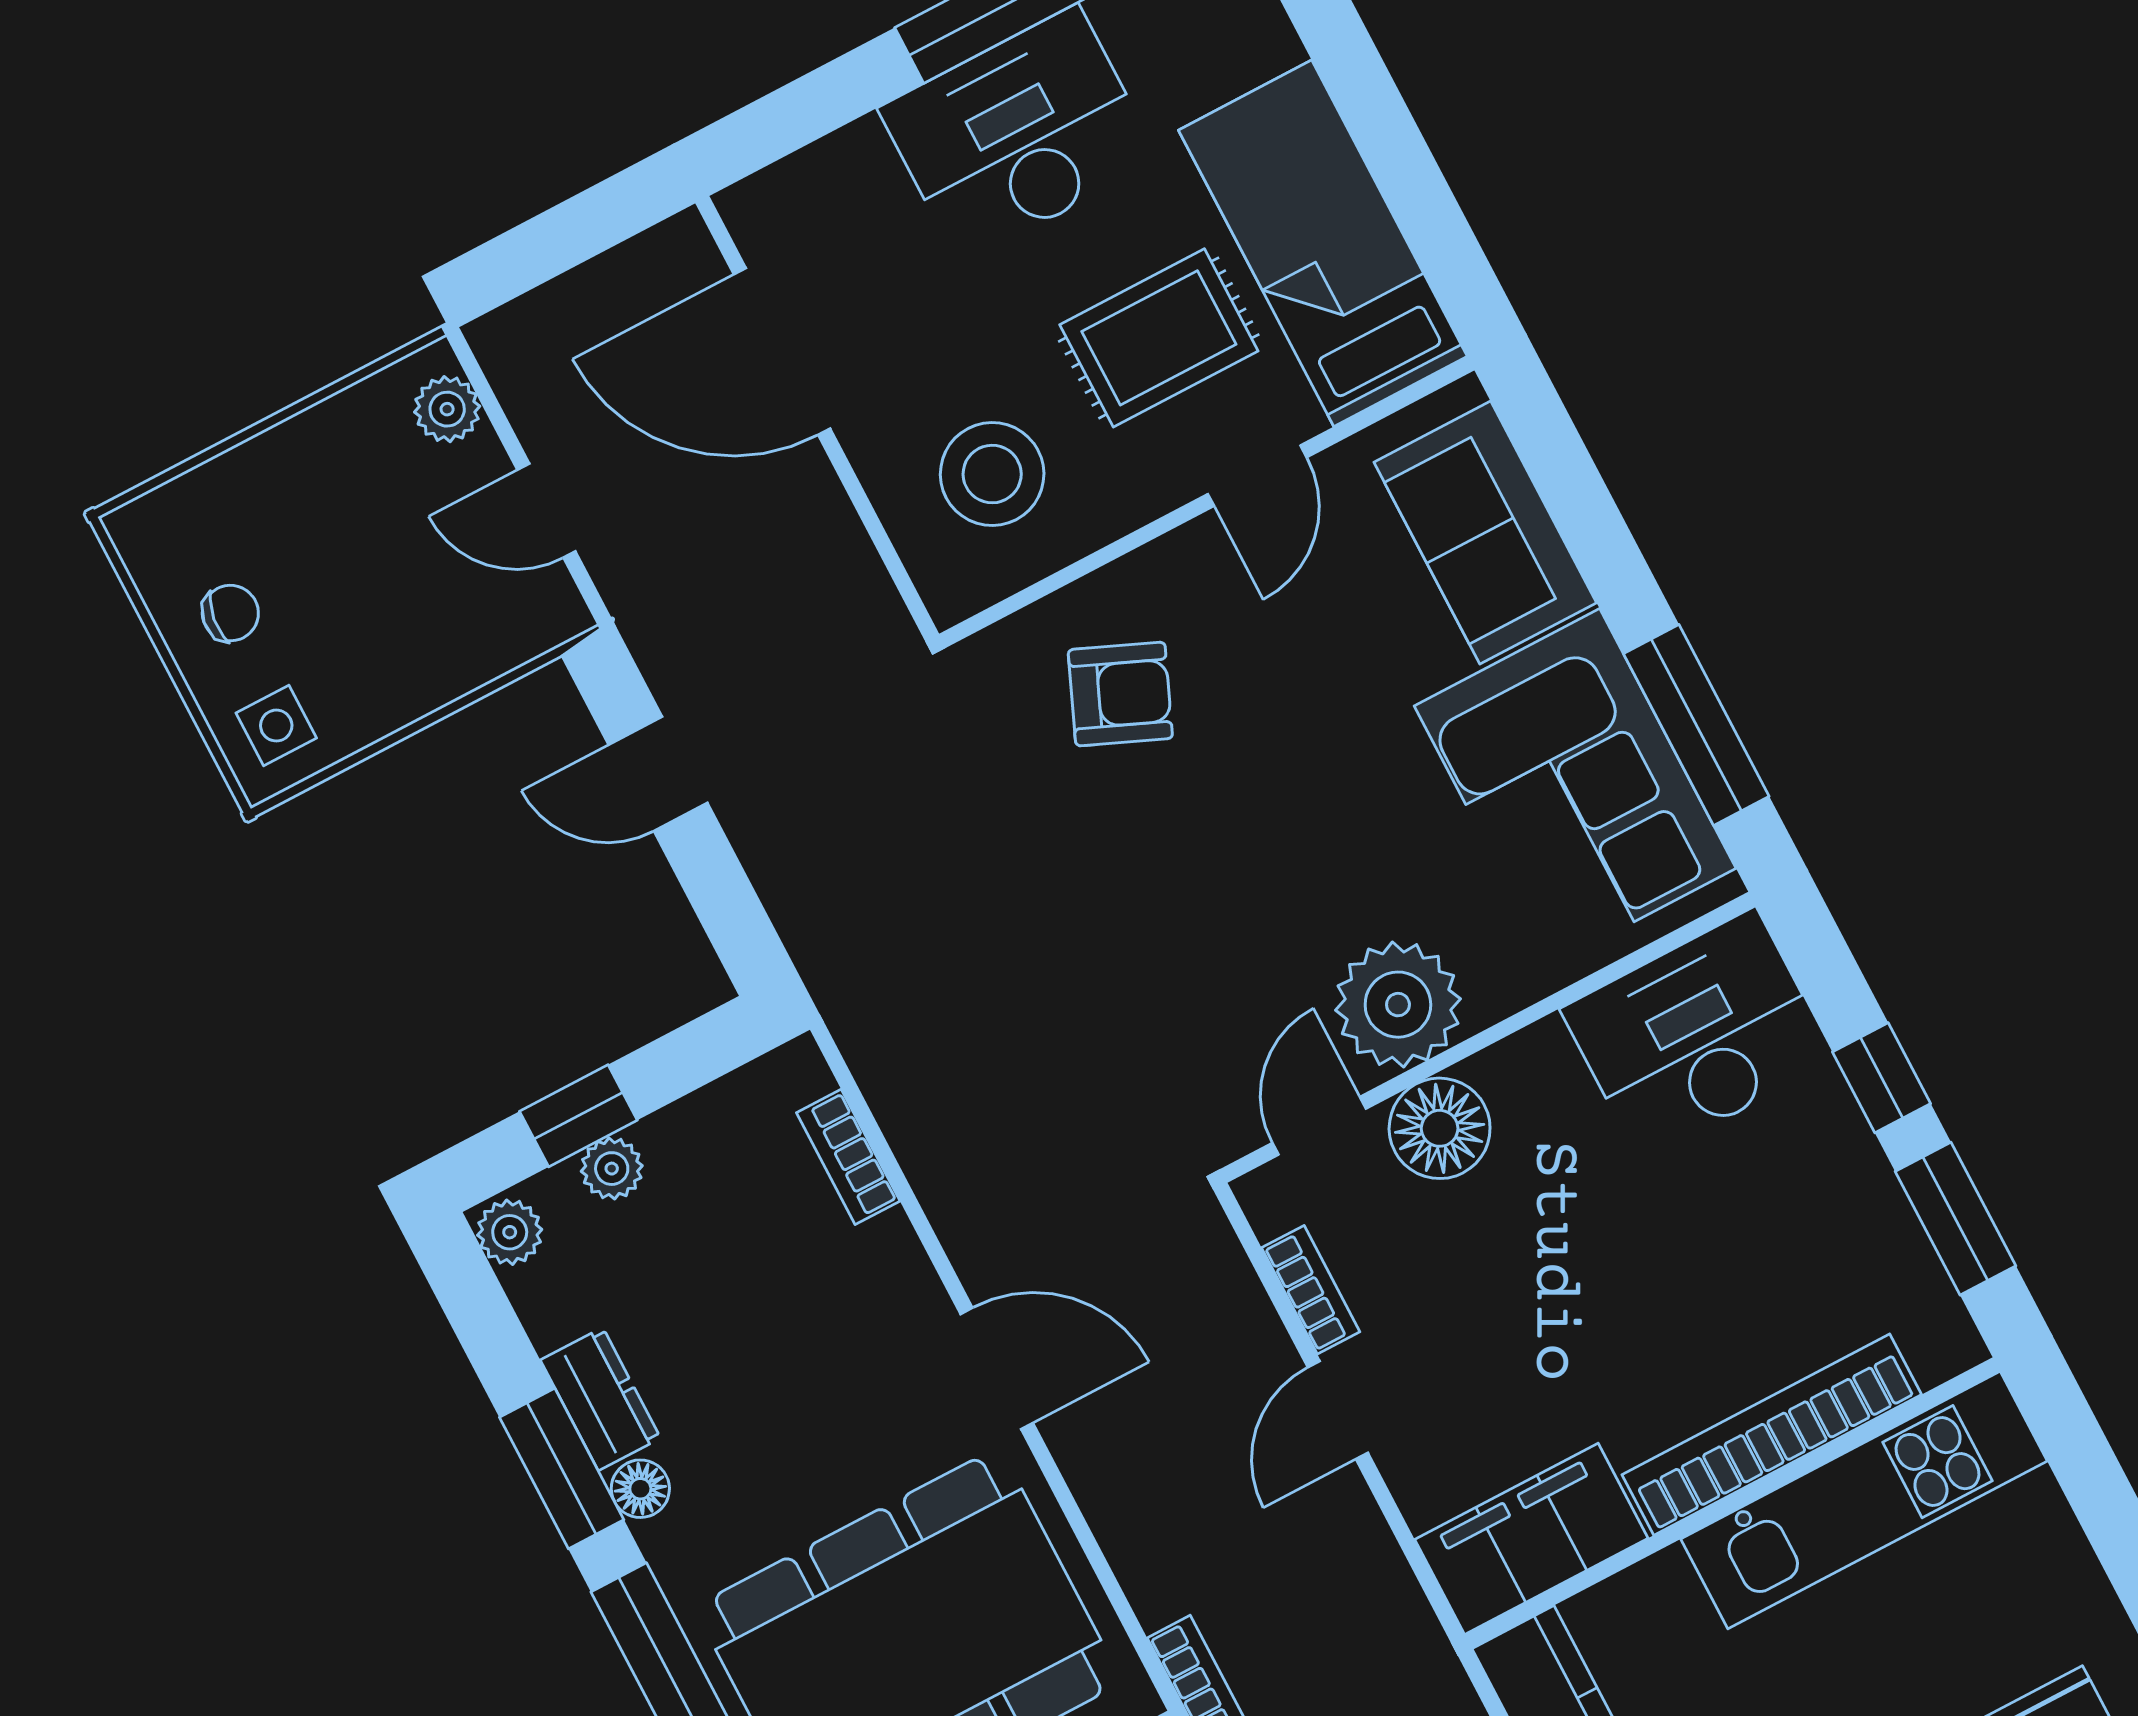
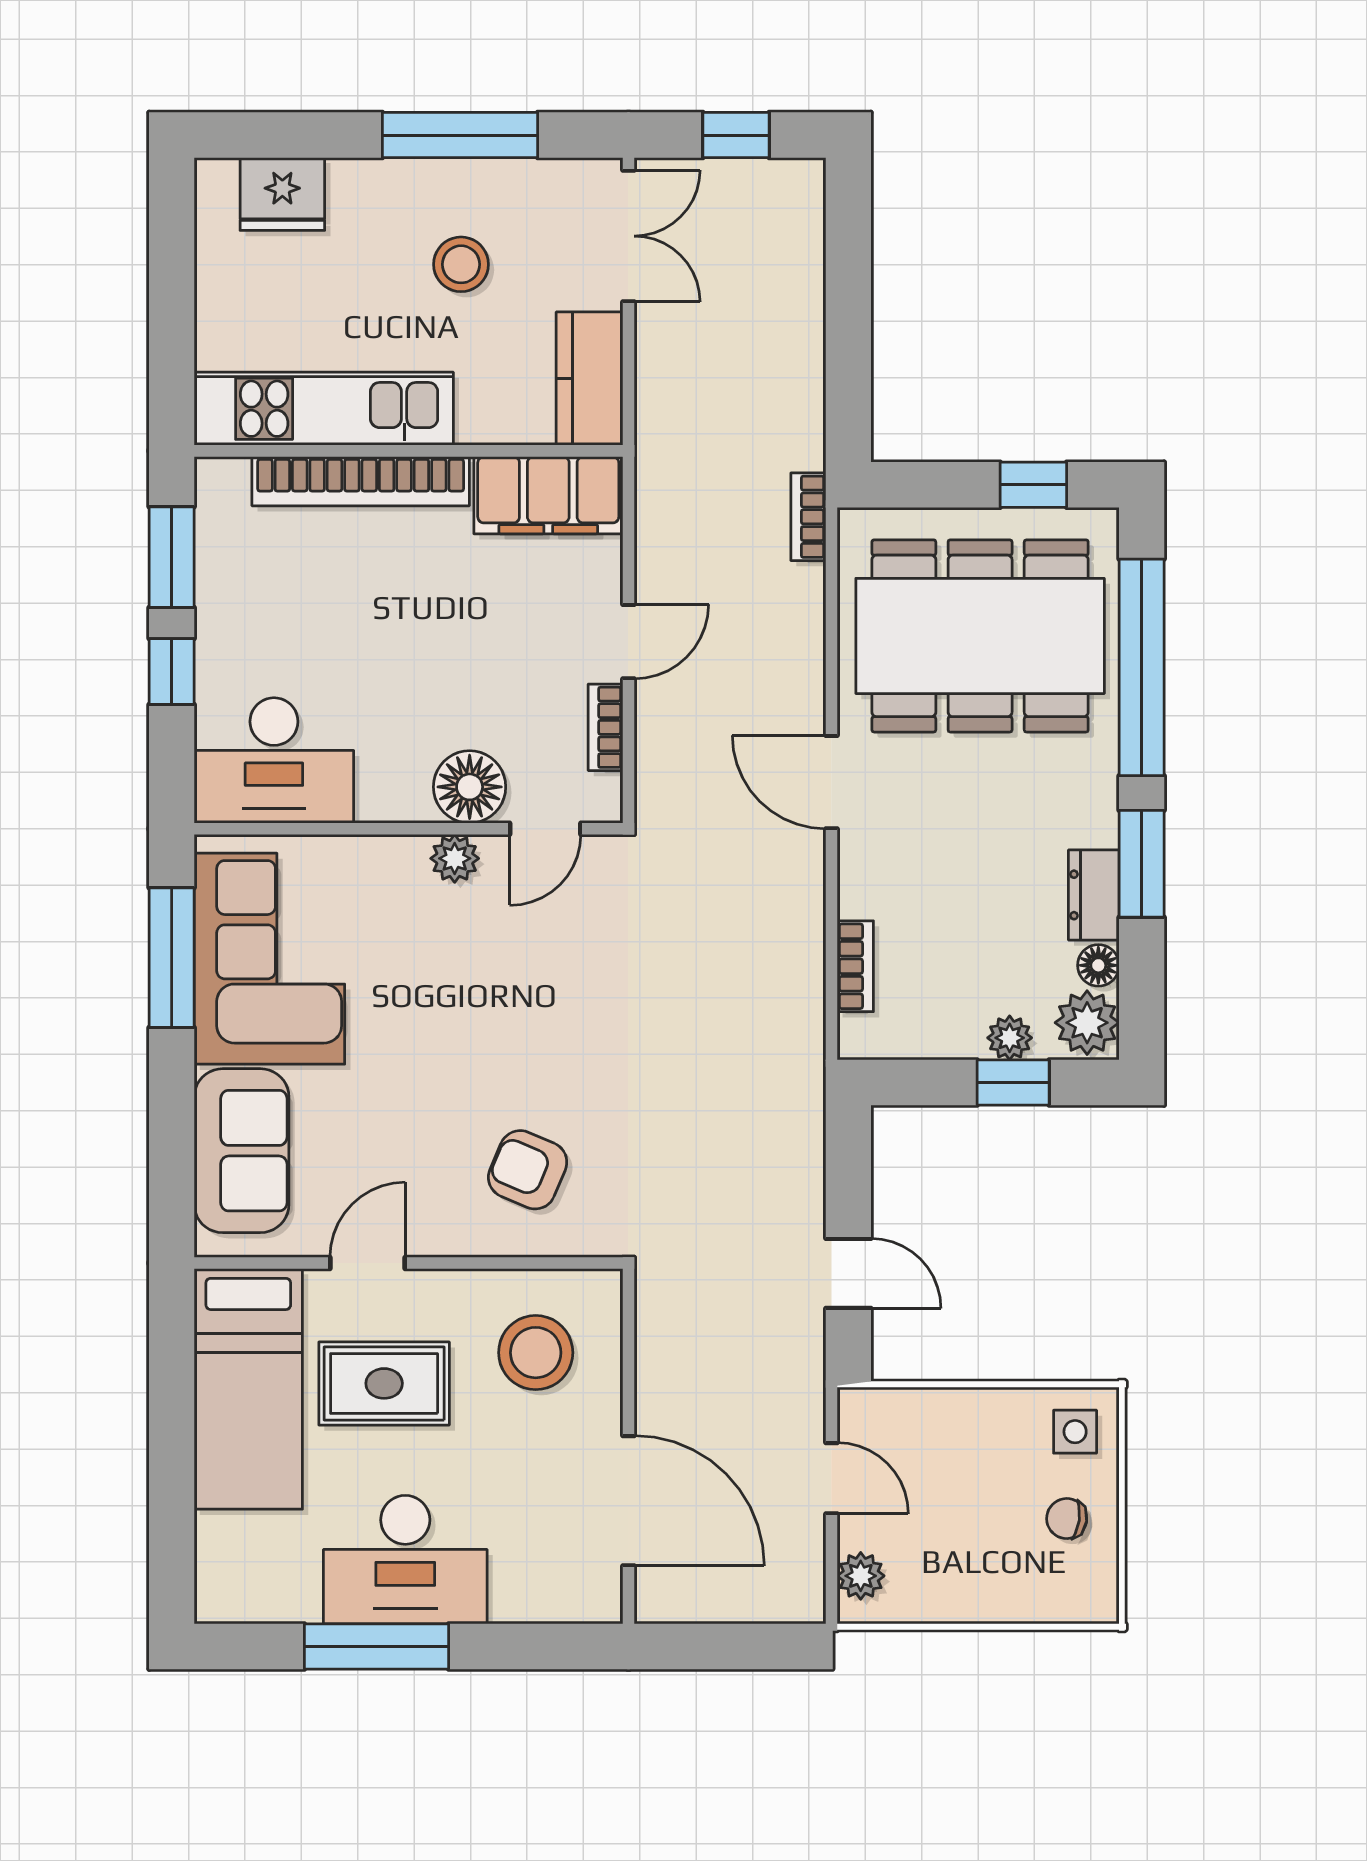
plant: (1398, 1005) -> (455, 858), width x0.53, depth x0.53
plant: (510, 1232) -> (1087, 1023), width x1.38, depth x1.38
floor lamp: (640, 1489) -> (1098, 965), moved

